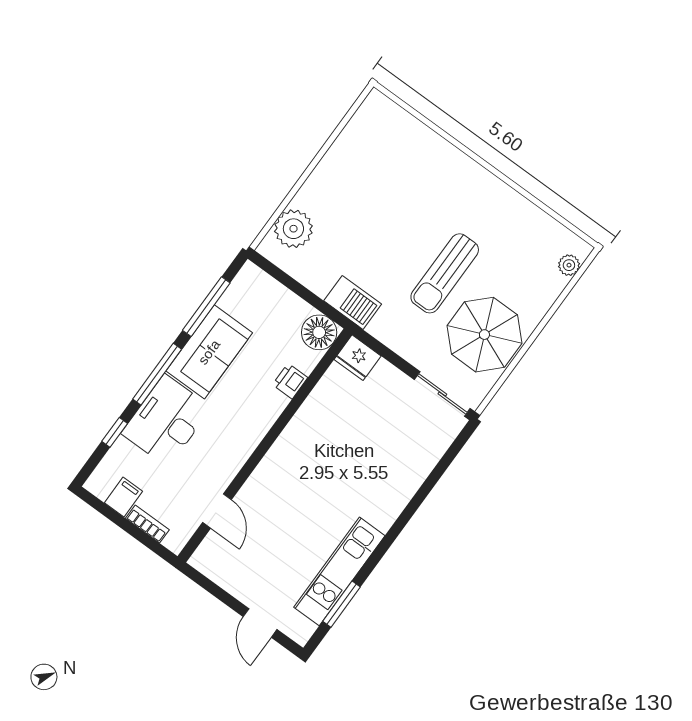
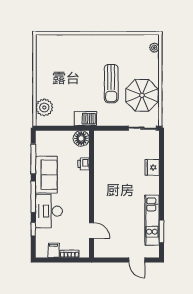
fridge: (358, 358) -> (152, 167), moved, turned 90

